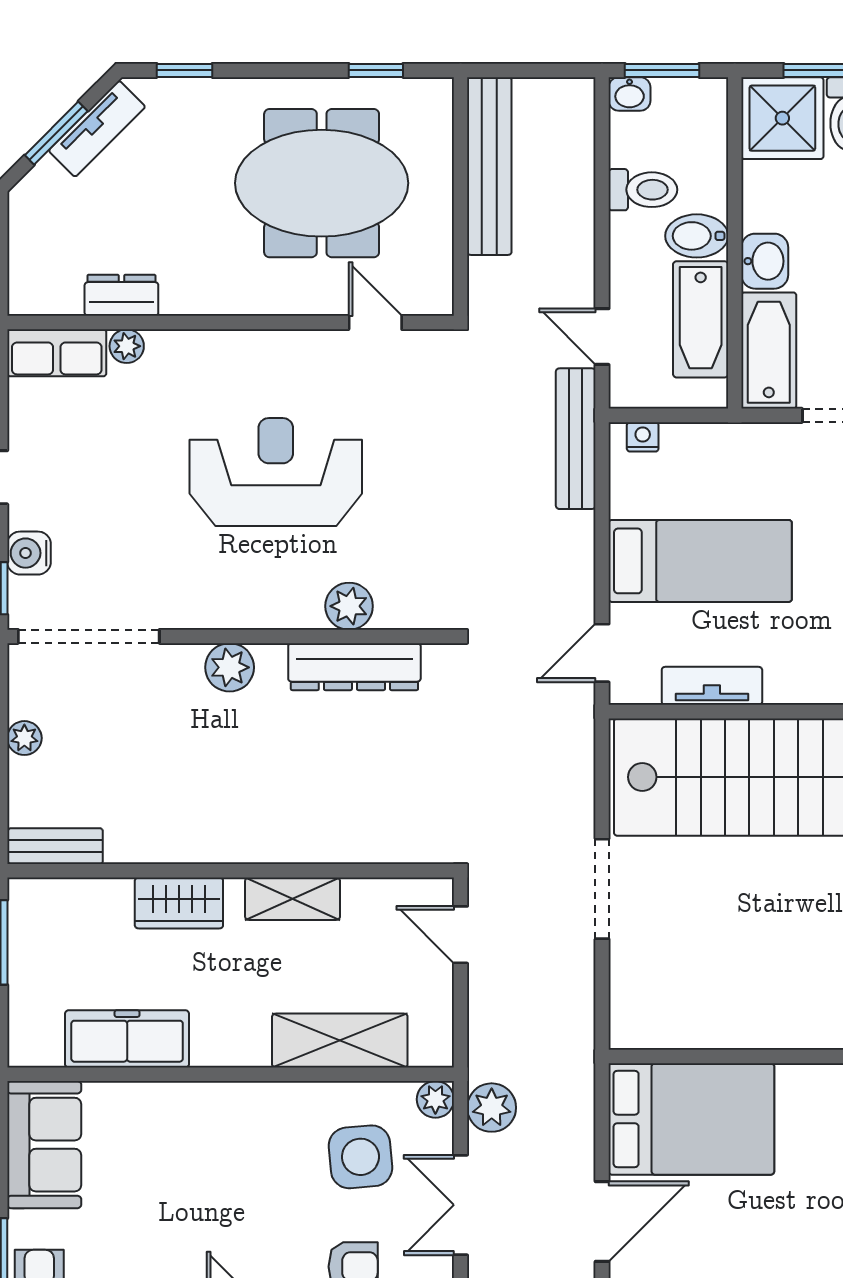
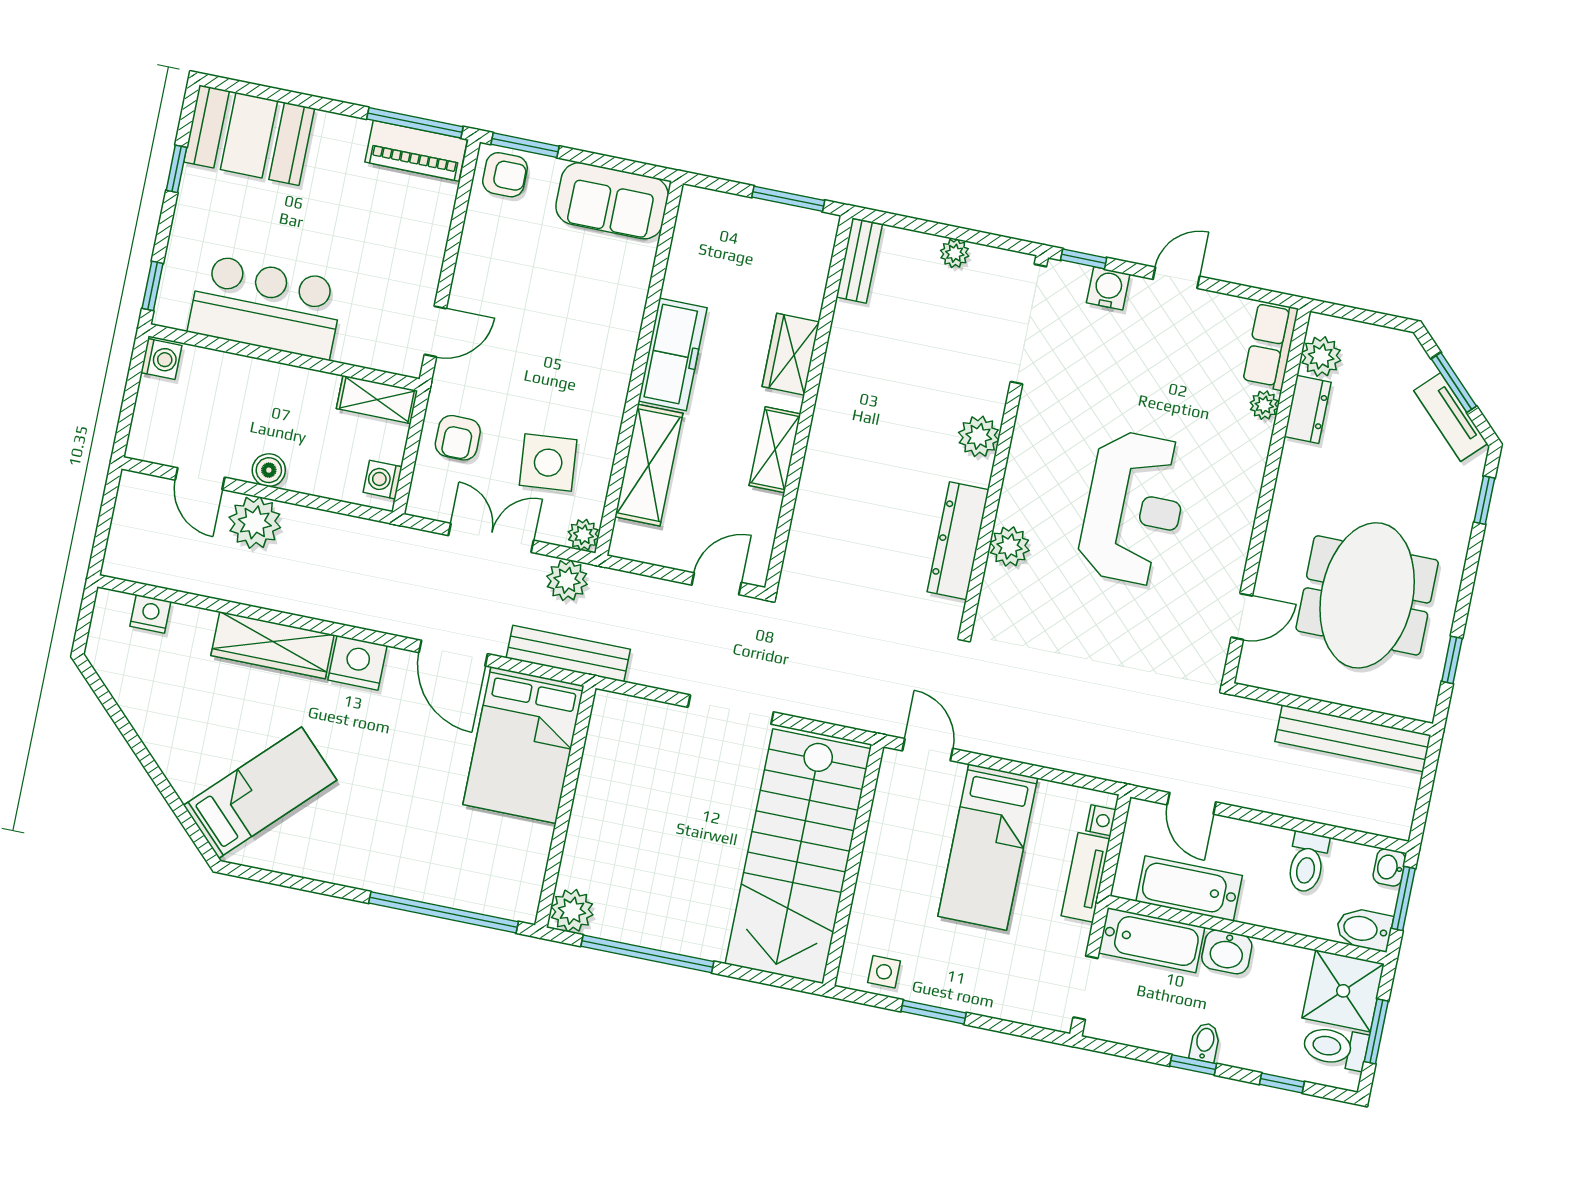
bidet: (697, 236) -> (1364, 929), moved, turned -90
plant: (57, 292) -> (1321, 356), added
door: (602, 337) -> (1192, 803), swing flipped
bench: (576, 439) -> (568, 654), moved
tv unit: (712, 686) -> (1086, 877), moved, turned 180
freezer: (127, 1039) -> (673, 354), moved

